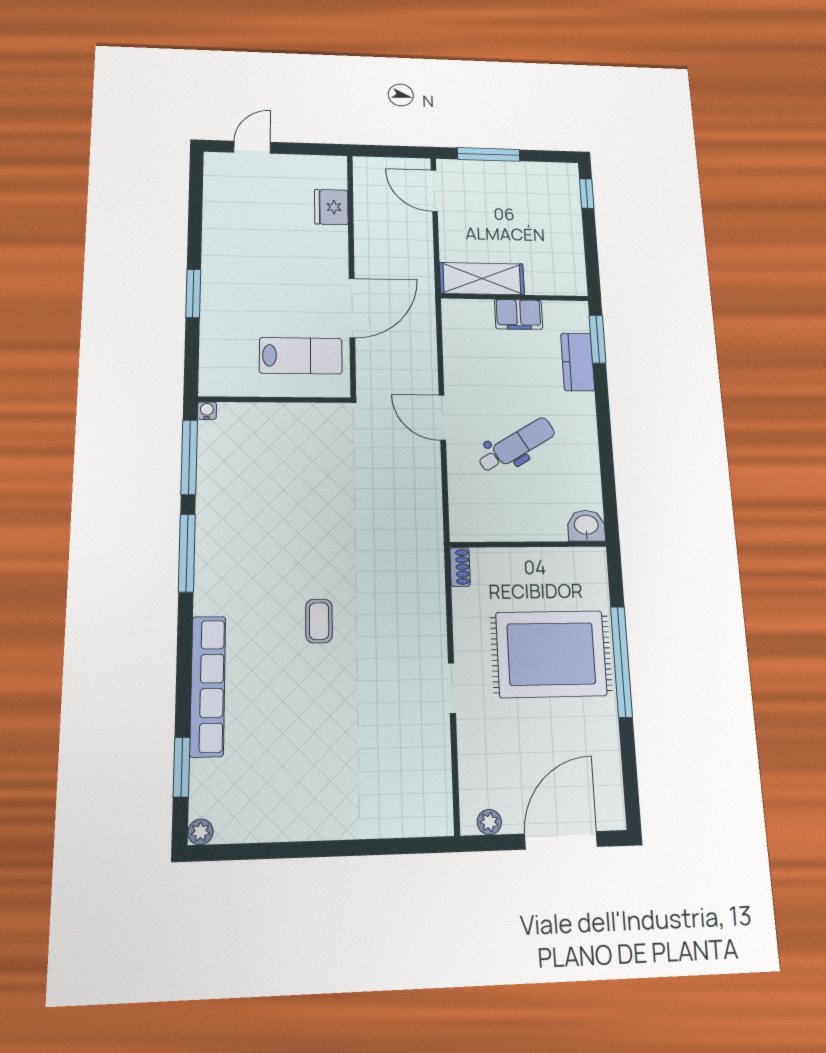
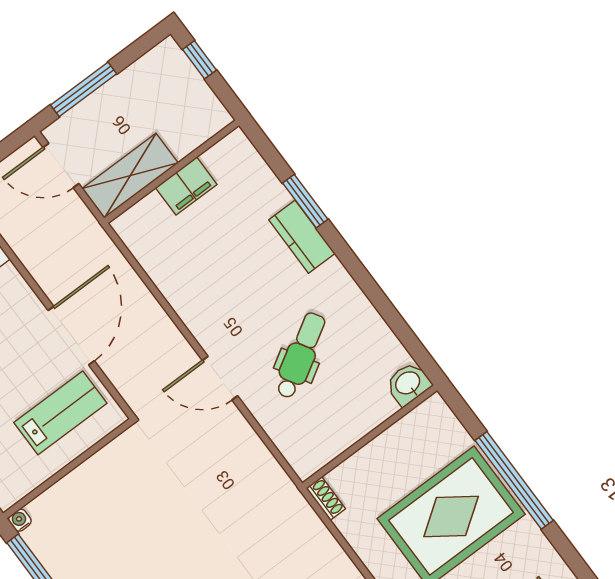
shelving: (482, 279) -> (130, 176), moved
wall: (515, 297) -> (172, 172), moved
filing cabinet: (519, 314) -> (186, 186), moved

